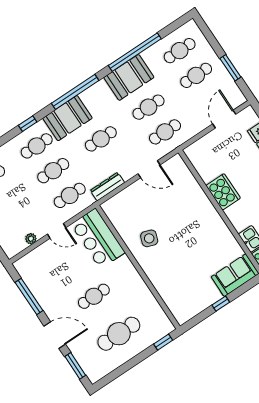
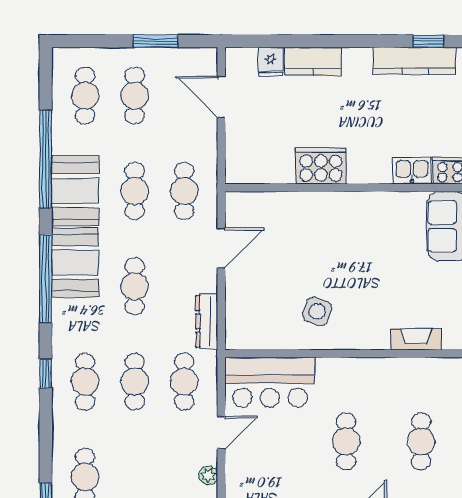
booth: (67, 118) -> (75, 262), moved
fireplace: (168, 297) -> (416, 339), added
cafe table: (119, 334) -> (421, 441), width x0.73, depth x0.74

